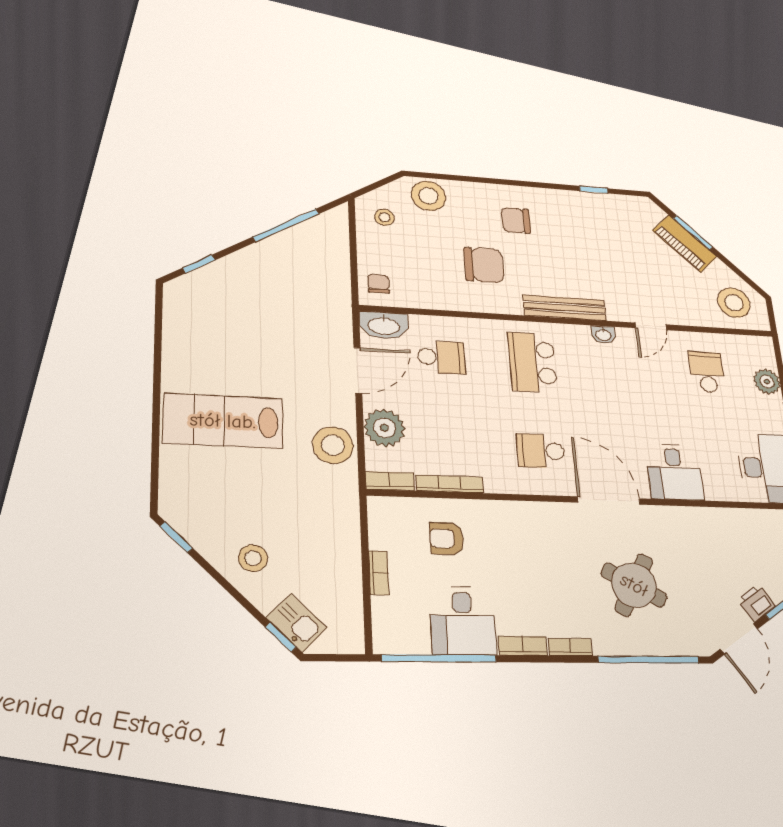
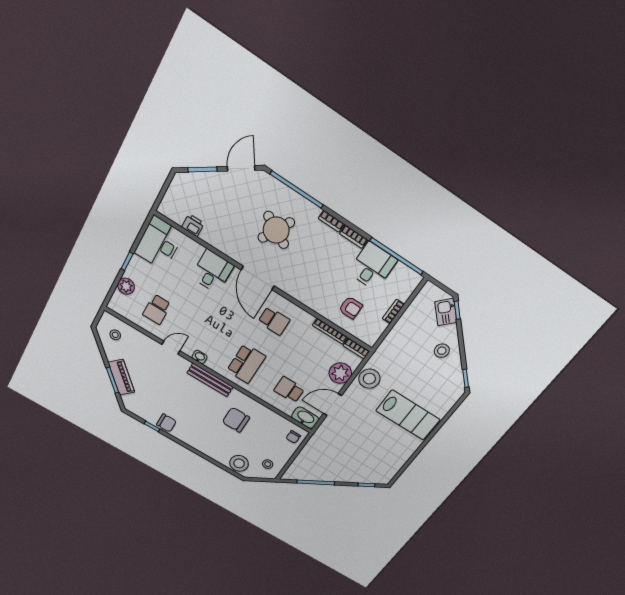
chair: (516, 220) -> (166, 423), moved
stool: (734, 303) -> (115, 335), width x0.53, depth x0.53
printer: (756, 603) -> (193, 225), moved, turned -146

